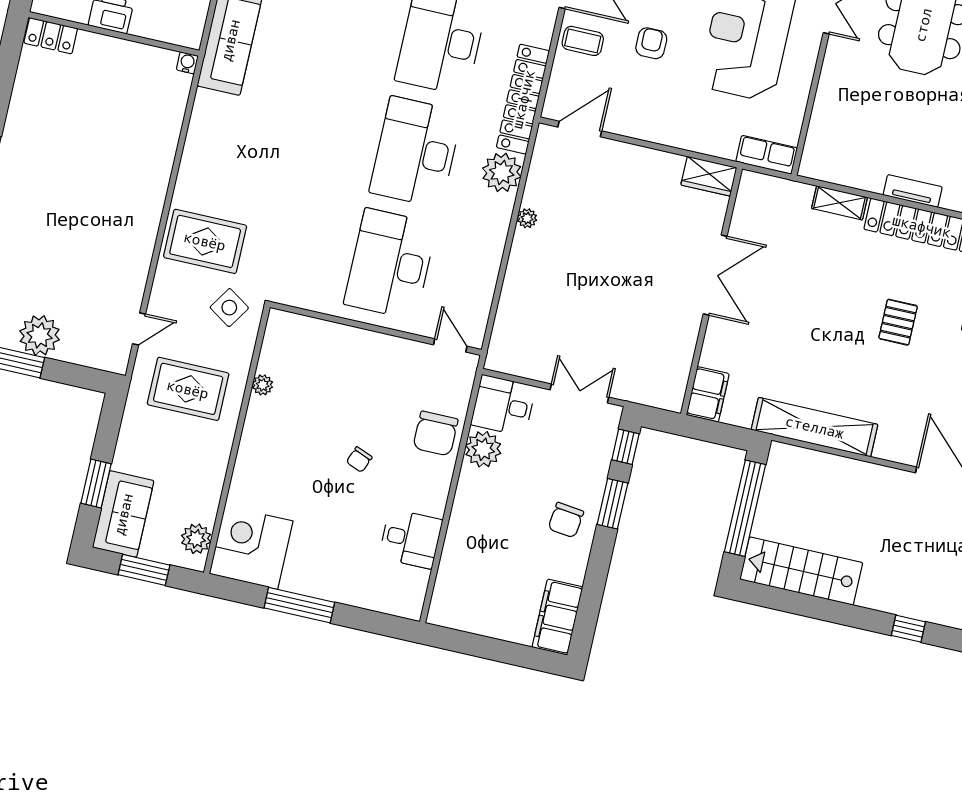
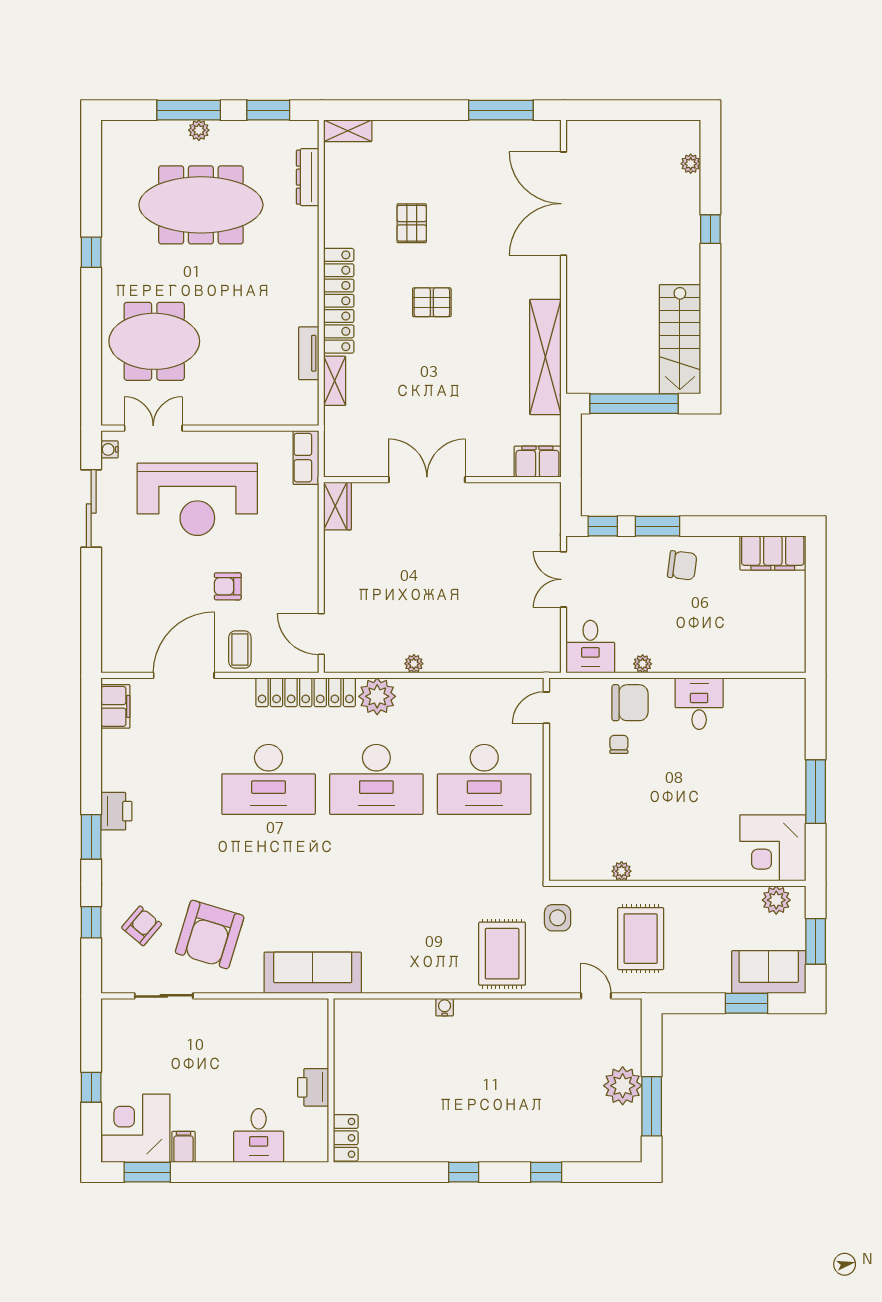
water cooler: (187, 63) -> (445, 1007), moved, turned 90
tv unit: (913, 191) -> (309, 353), moved
side table: (229, 308) -> (558, 918), turned -33
plant: (483, 449) -> (643, 664), width x0.53, depth x0.53
chair: (359, 460) -> (619, 744), moved, turned -112
desk: (411, 539) -> (699, 704), moved

